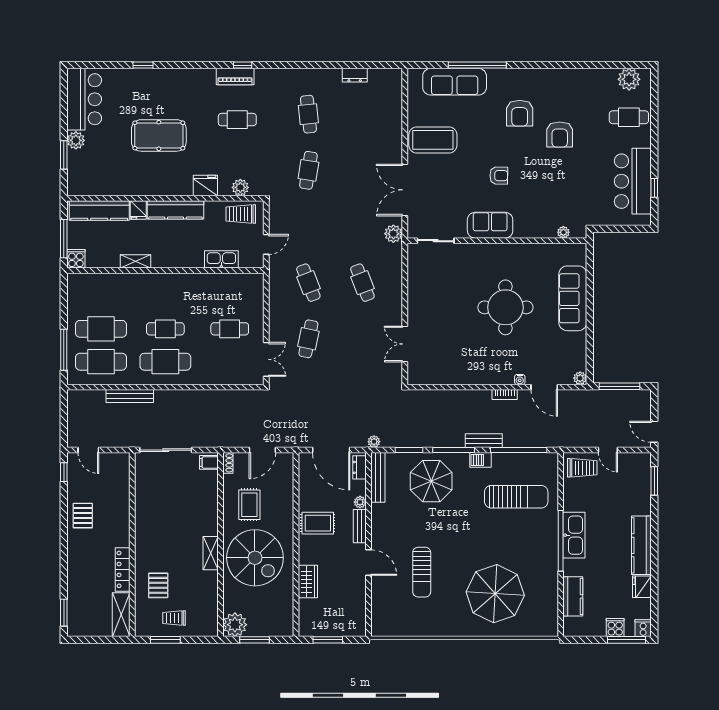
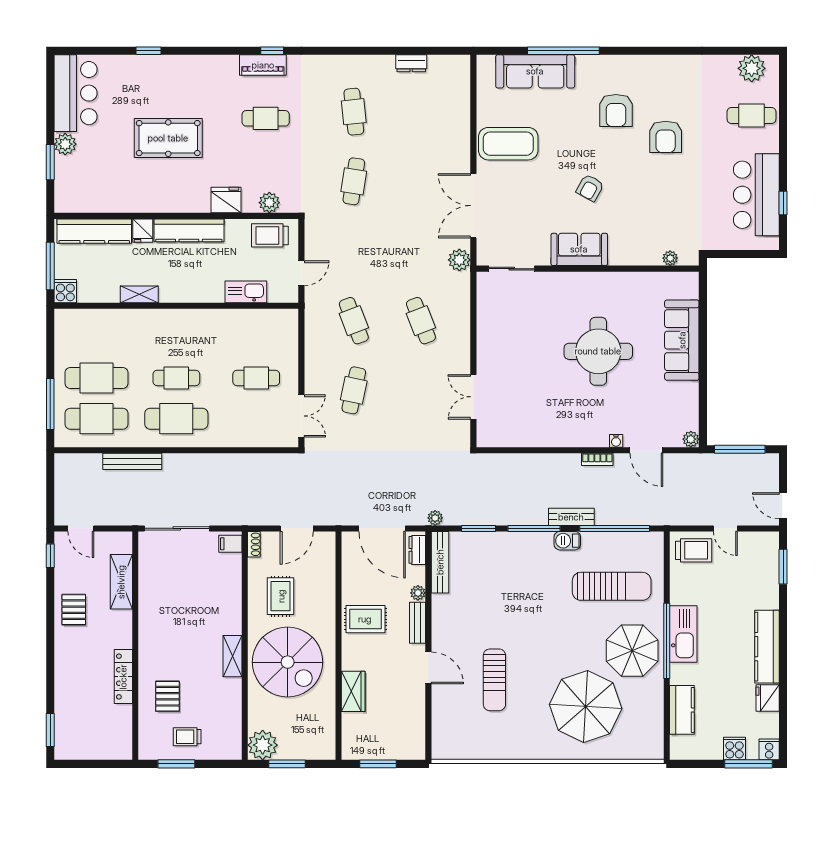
armchair: (499, 176) -> (590, 188), turned 118
parasol: (431, 481) -> (632, 651), moved
shelving: (121, 615) -> (121, 582), moved

